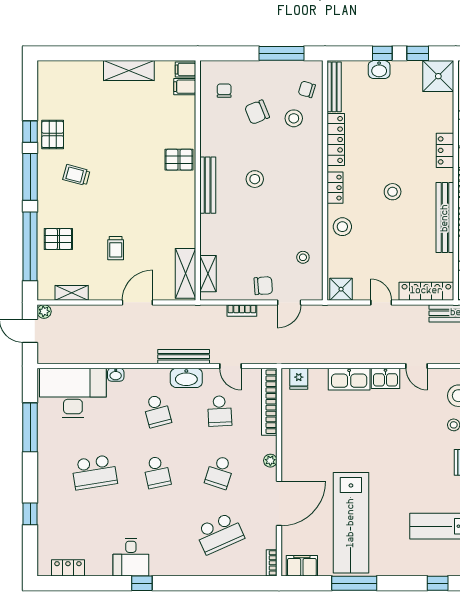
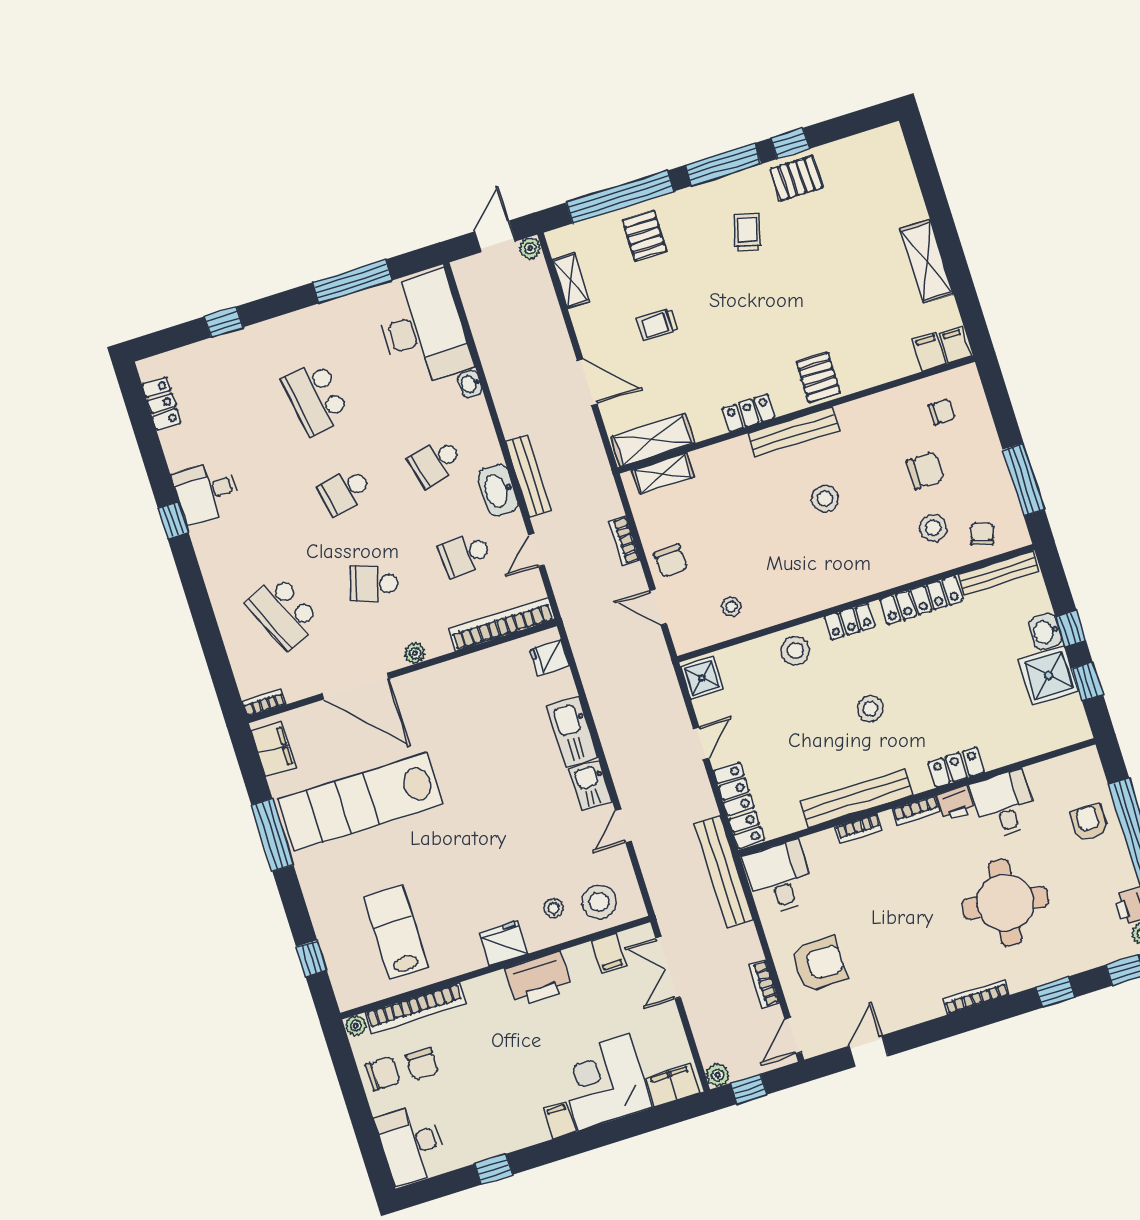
shower: (438, 76) -> (1049, 676), moved
chair: (257, 112) -> (925, 471), turned 112
locker: (187, 209) -> (749, 413), added

